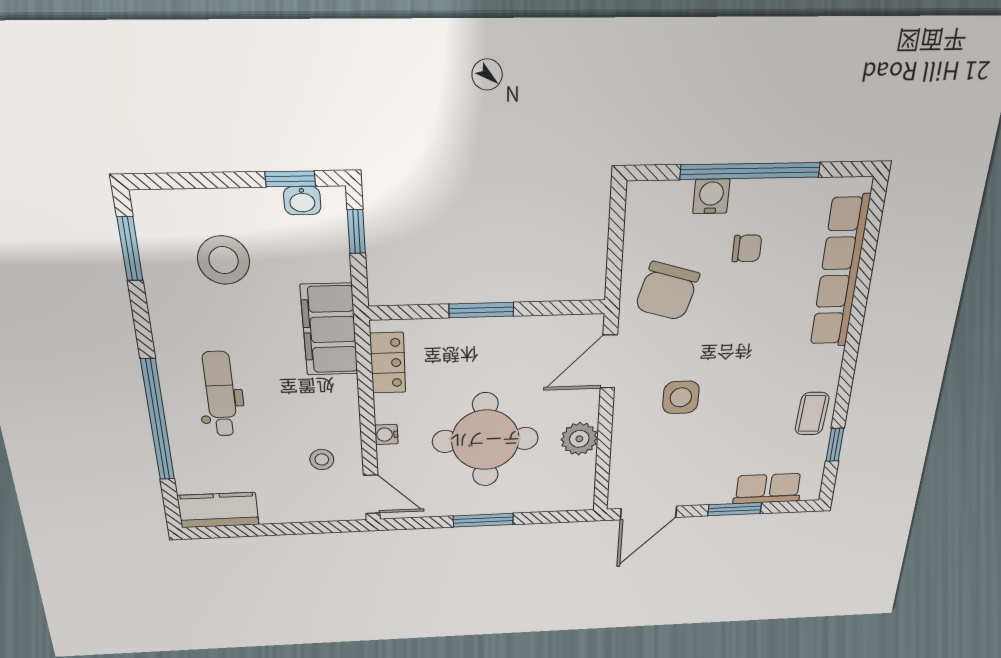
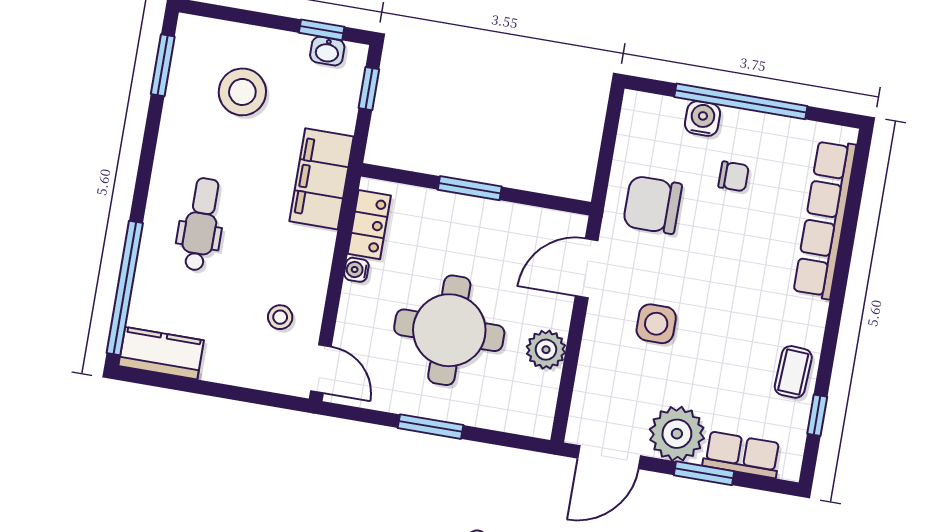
chair: (667, 291) -> (652, 205), turned 74
window: (158, 420) -> (125, 288), moved
water cooler: (386, 435) -> (356, 270), moved
plant: (708, 483) -> (677, 434), added

